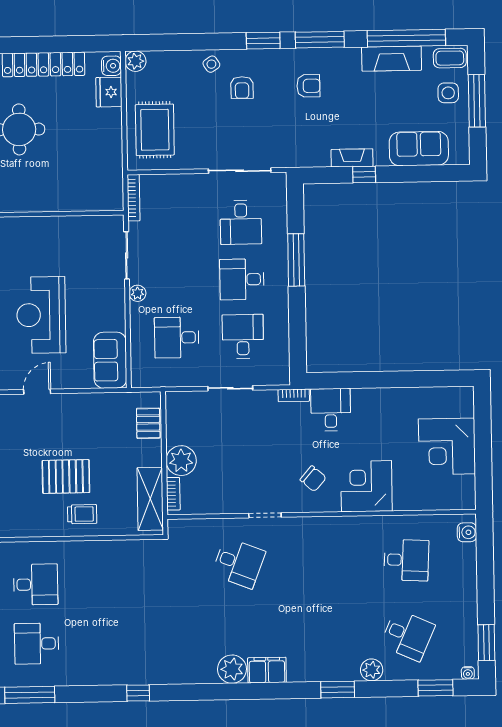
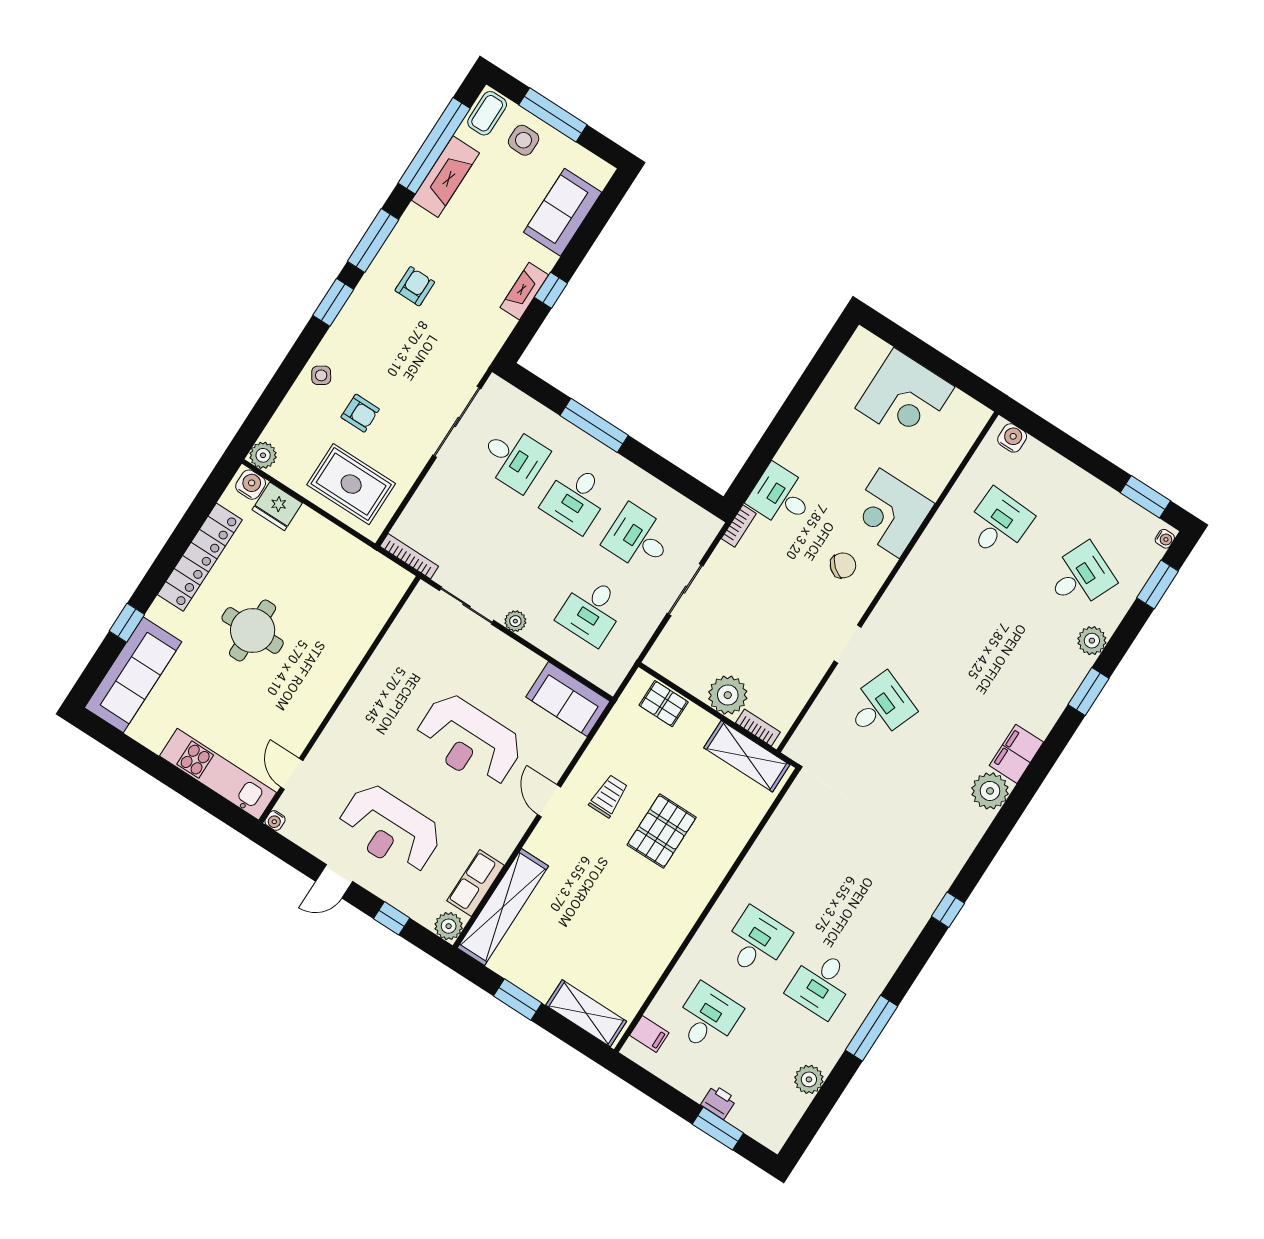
armchair: (242, 88) -> (360, 413), moved
trolley: (82, 514) -> (609, 796), moved

